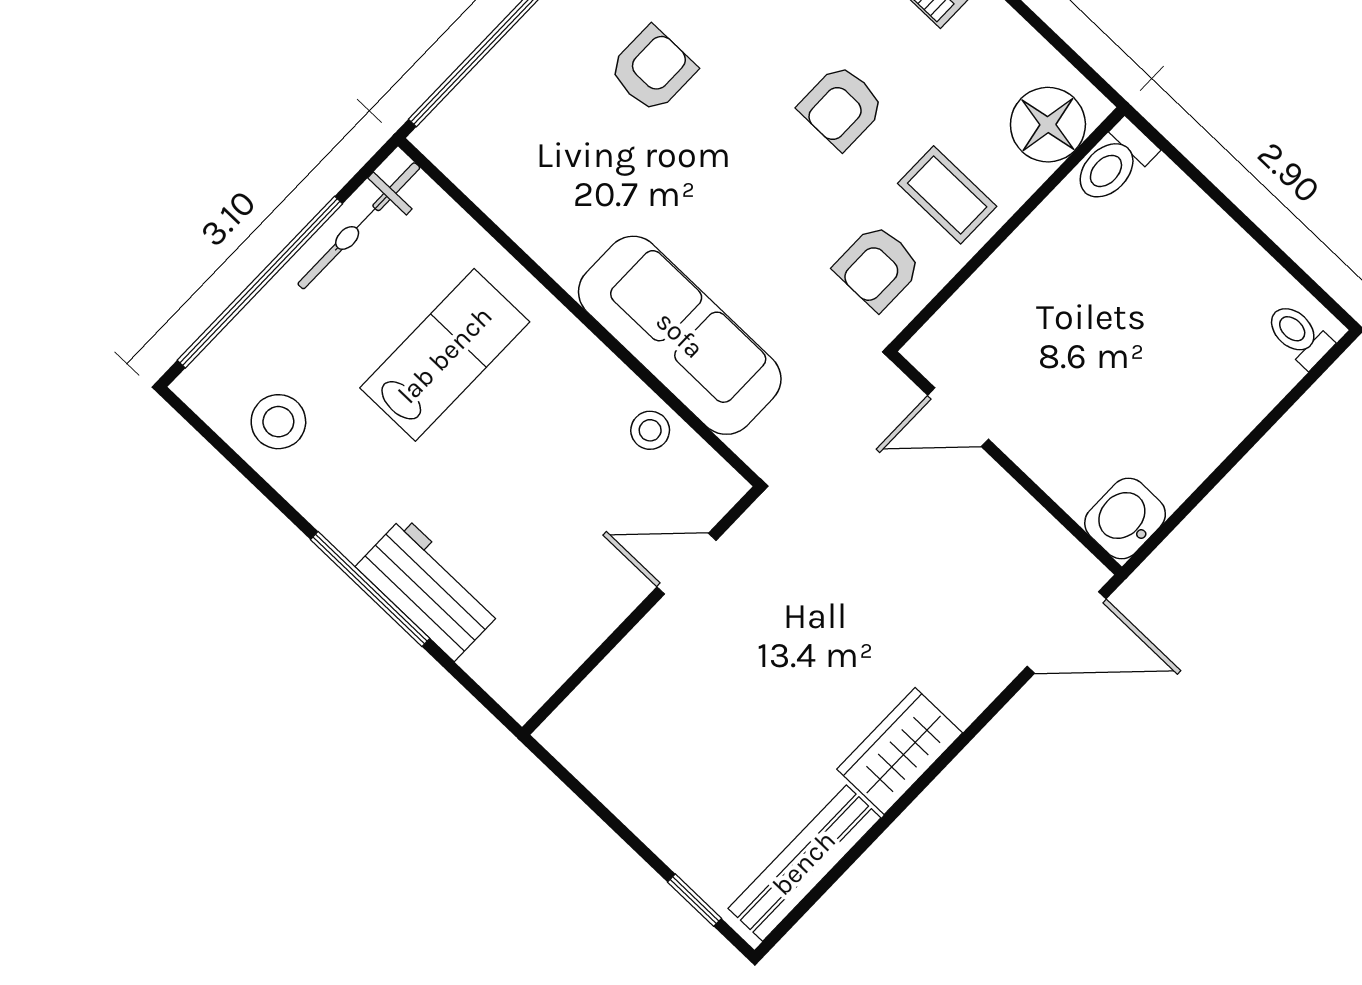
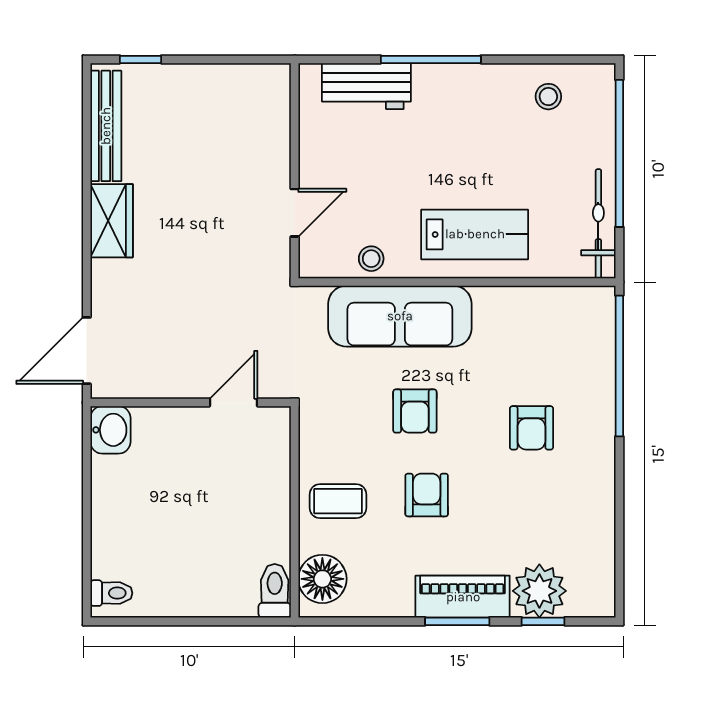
armchair: (878, 267) -> (415, 411), moved, turned 180
lab bench: (445, 355) -> (475, 234), moved, turned -90
stool: (278, 422) -> (548, 97), width x0.73, depth x0.73
workbench: (429, 589) -> (366, 86), moved

